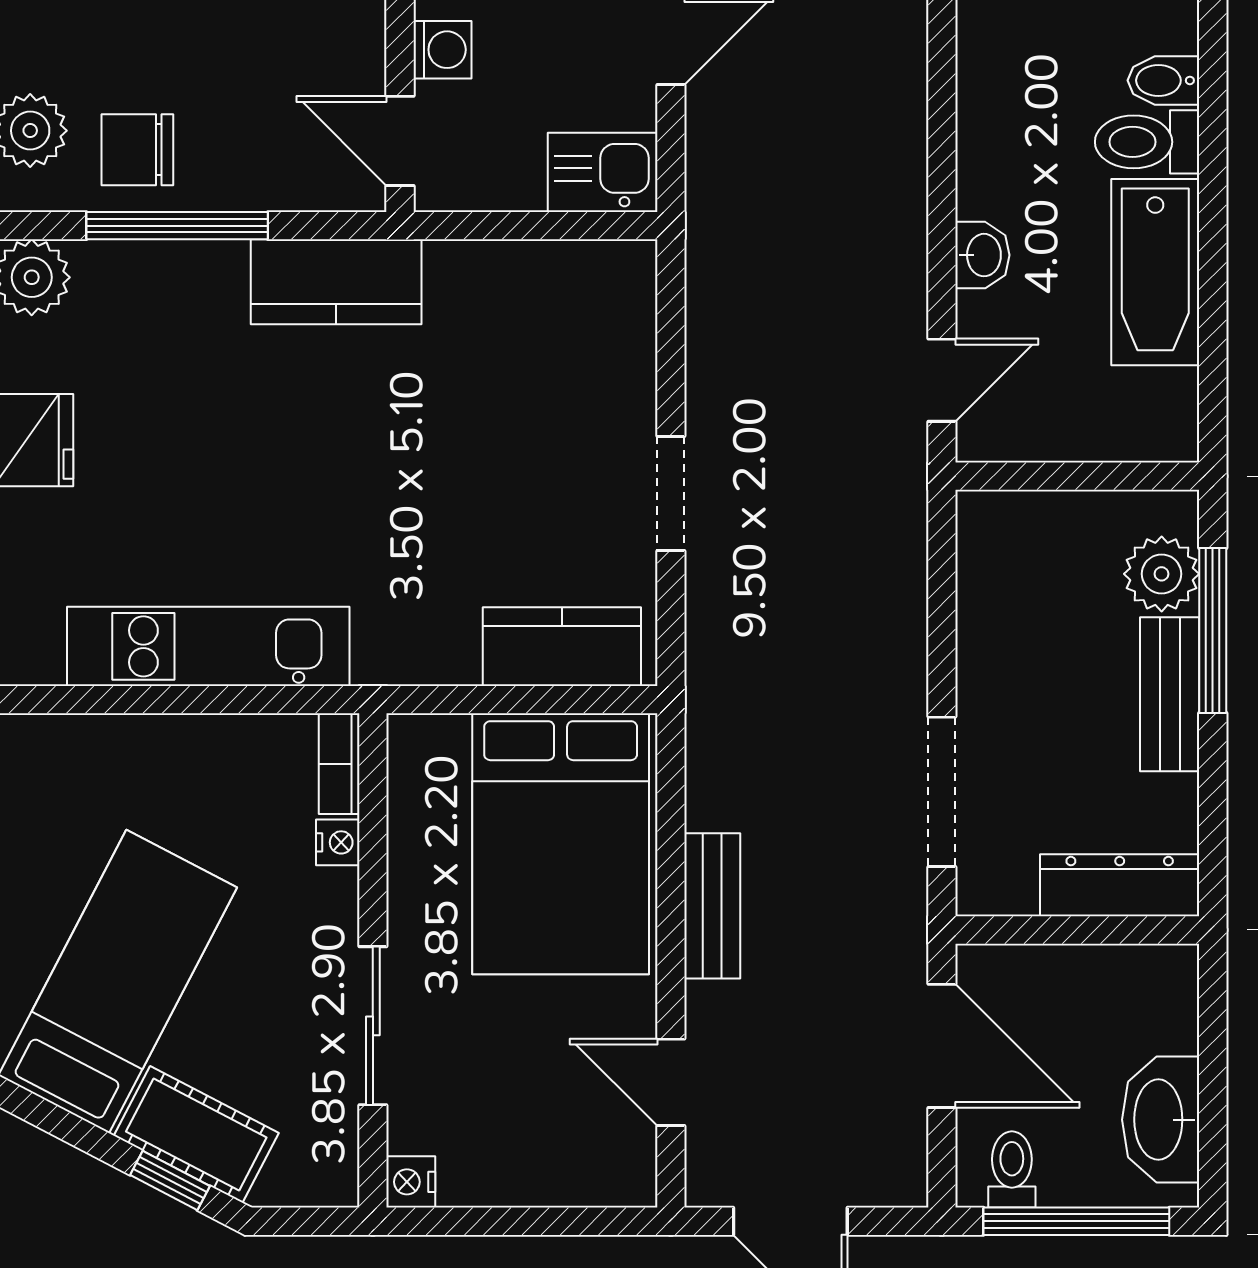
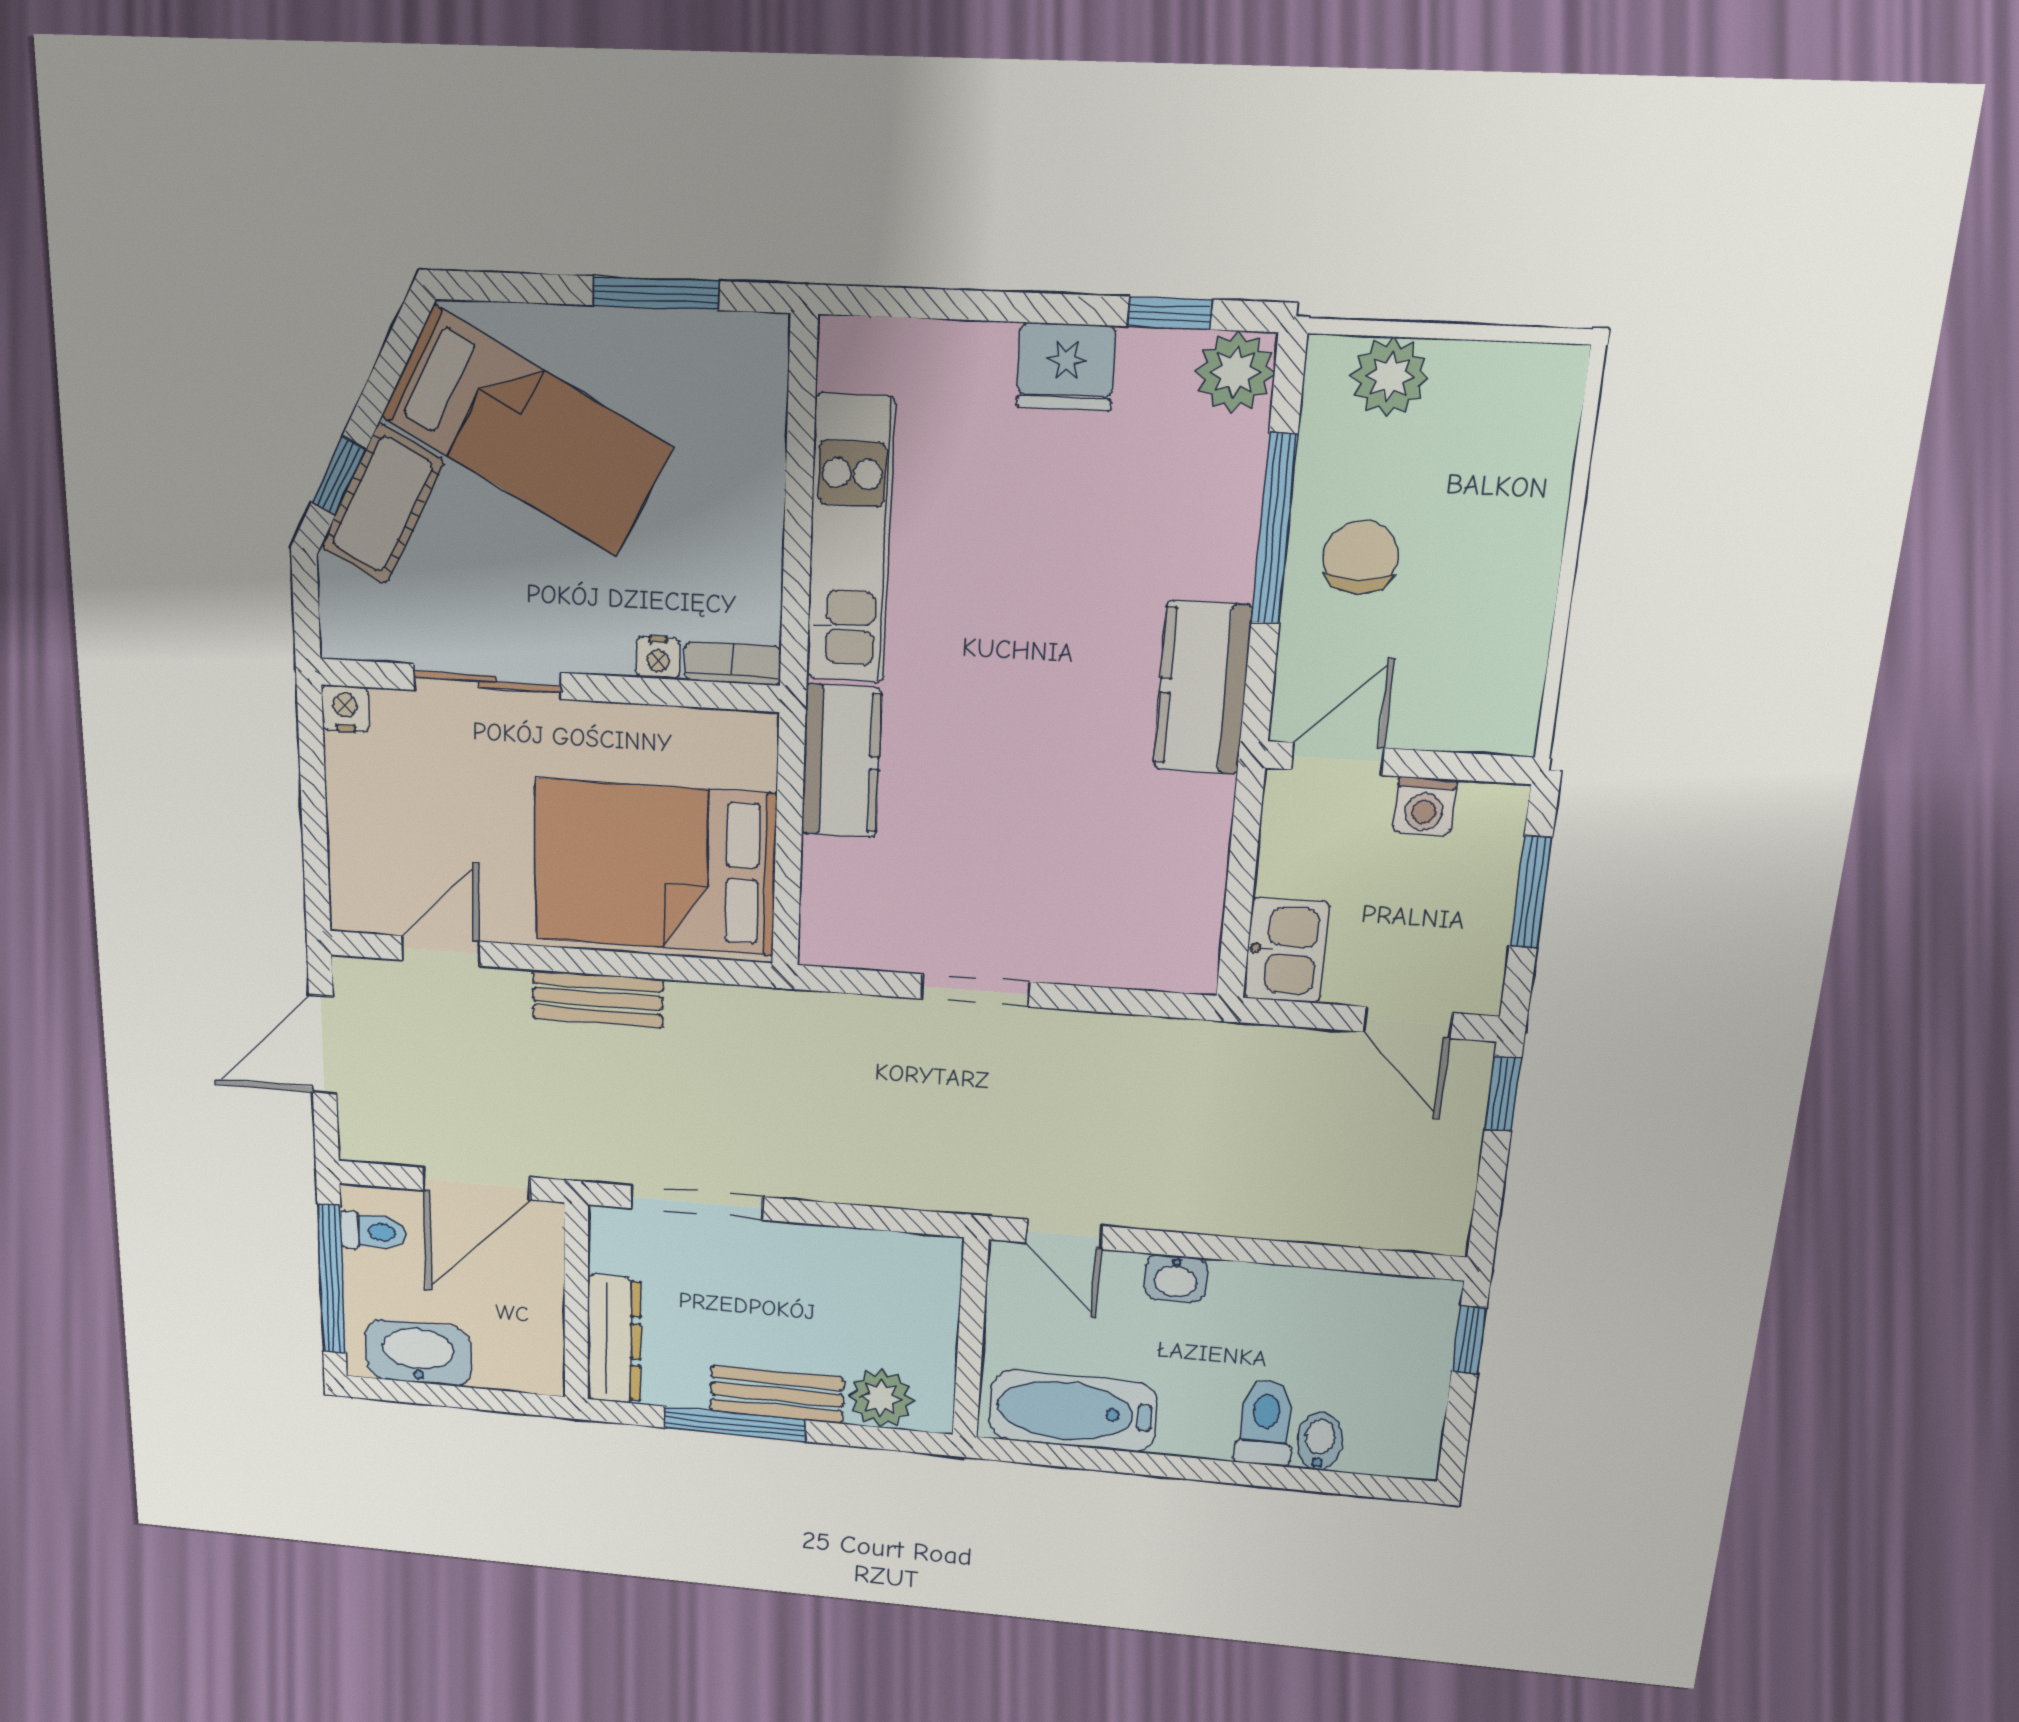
chair: (137, 150) -> (1360, 558), moved
bathtub: (1155, 272) -> (1073, 1411), moved
window: (1213, 631) -> (735, 1424), moved
kitchen counter: (562, 647) -> (841, 761), moved

